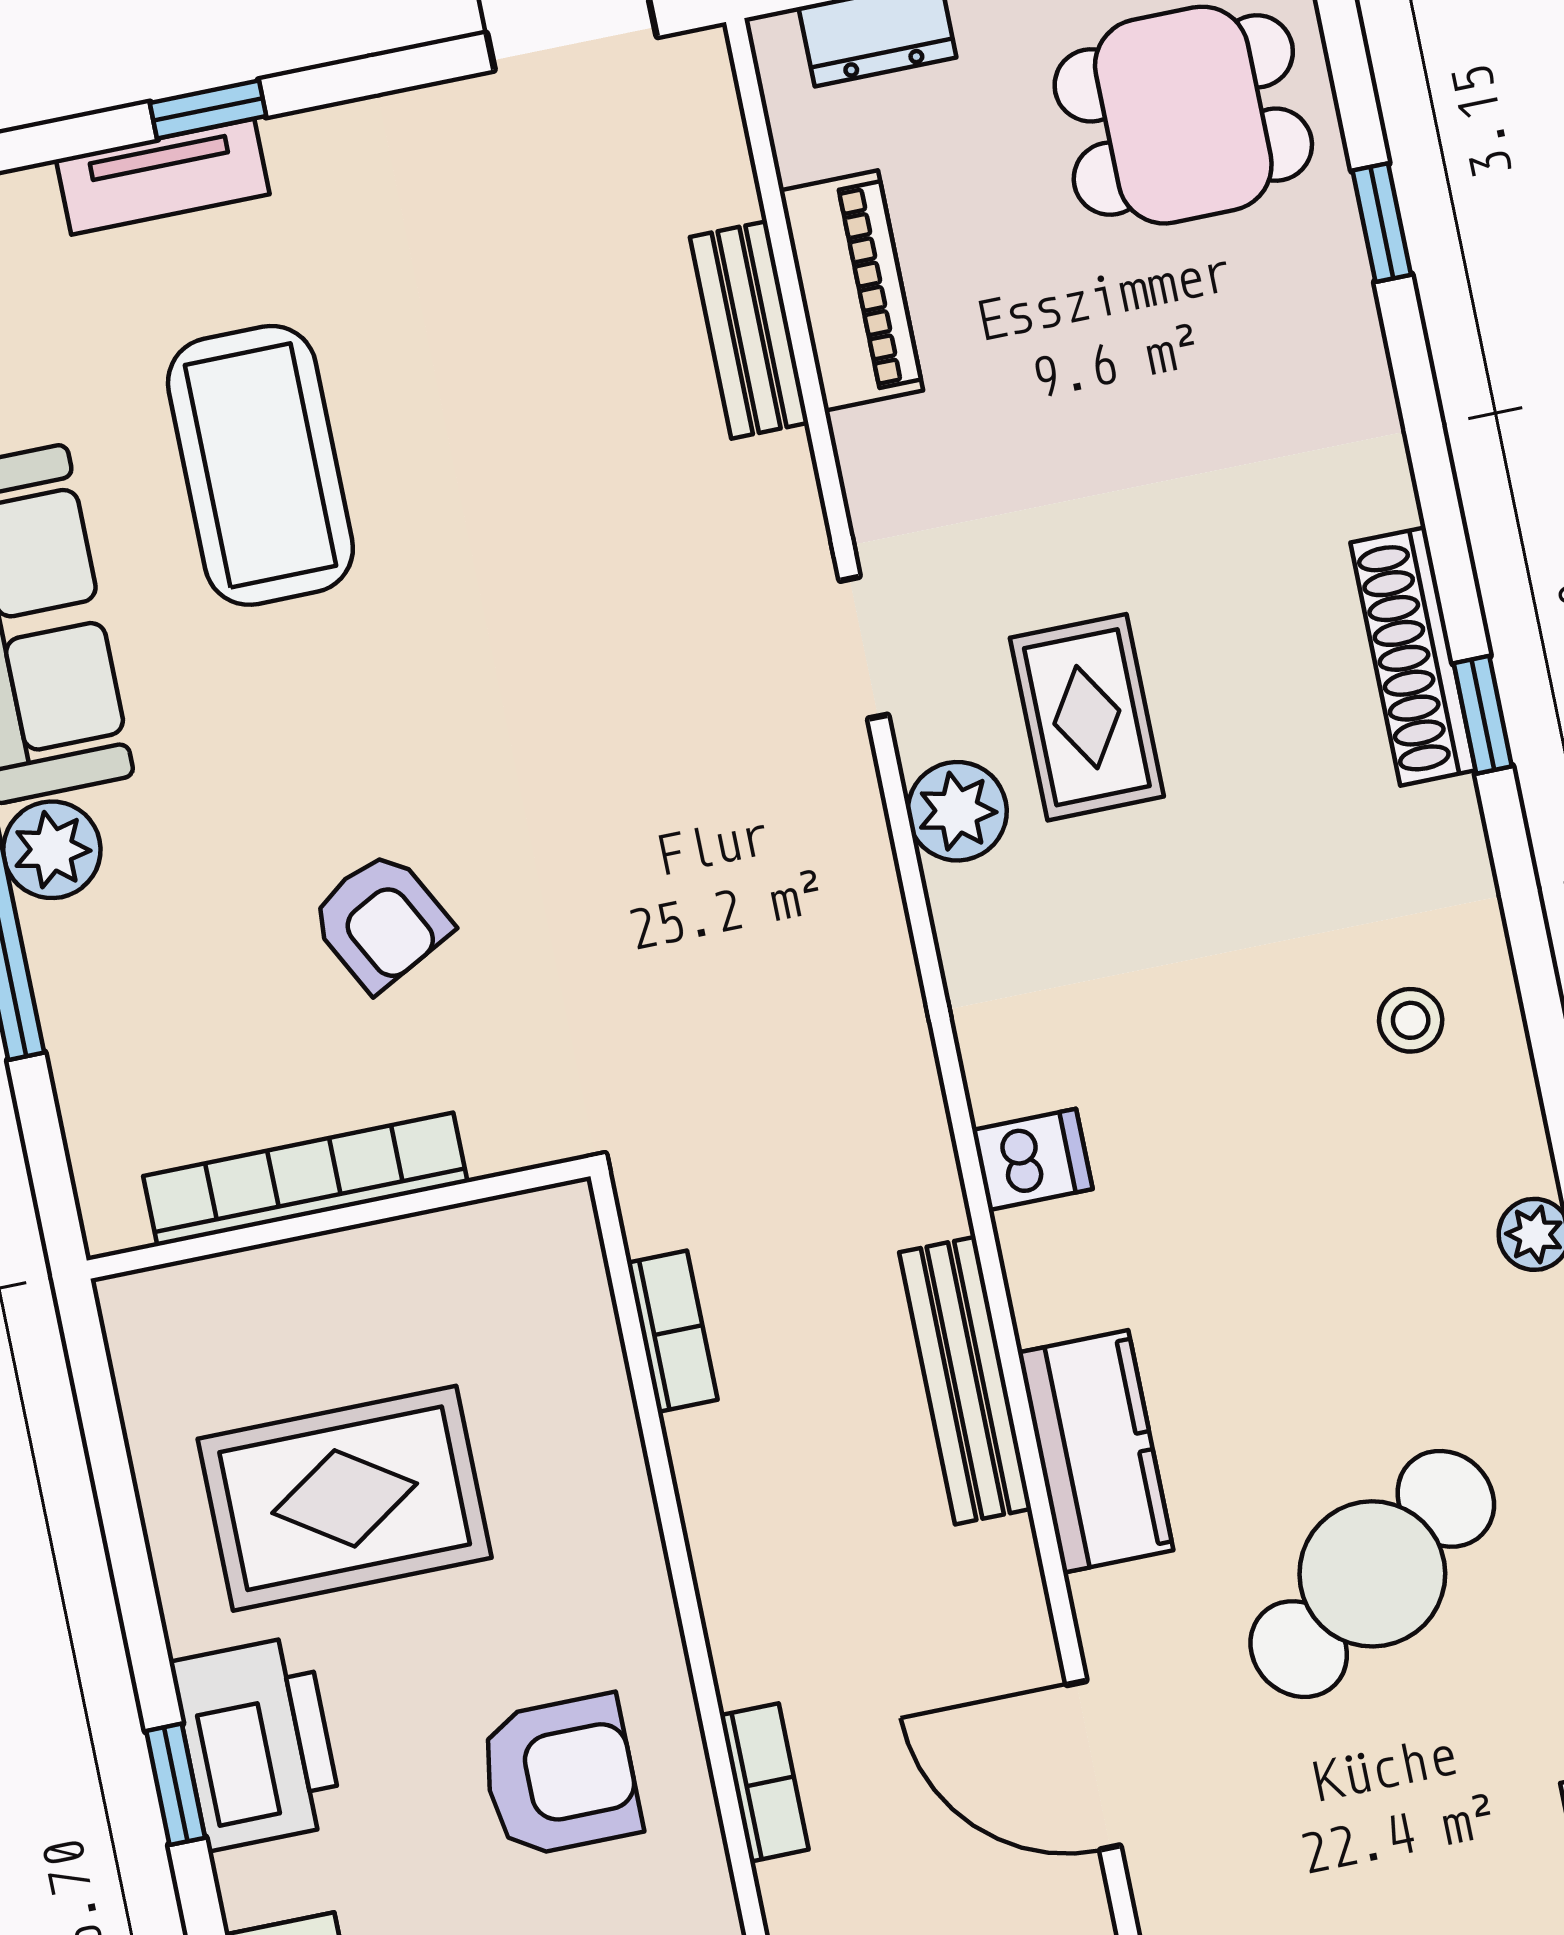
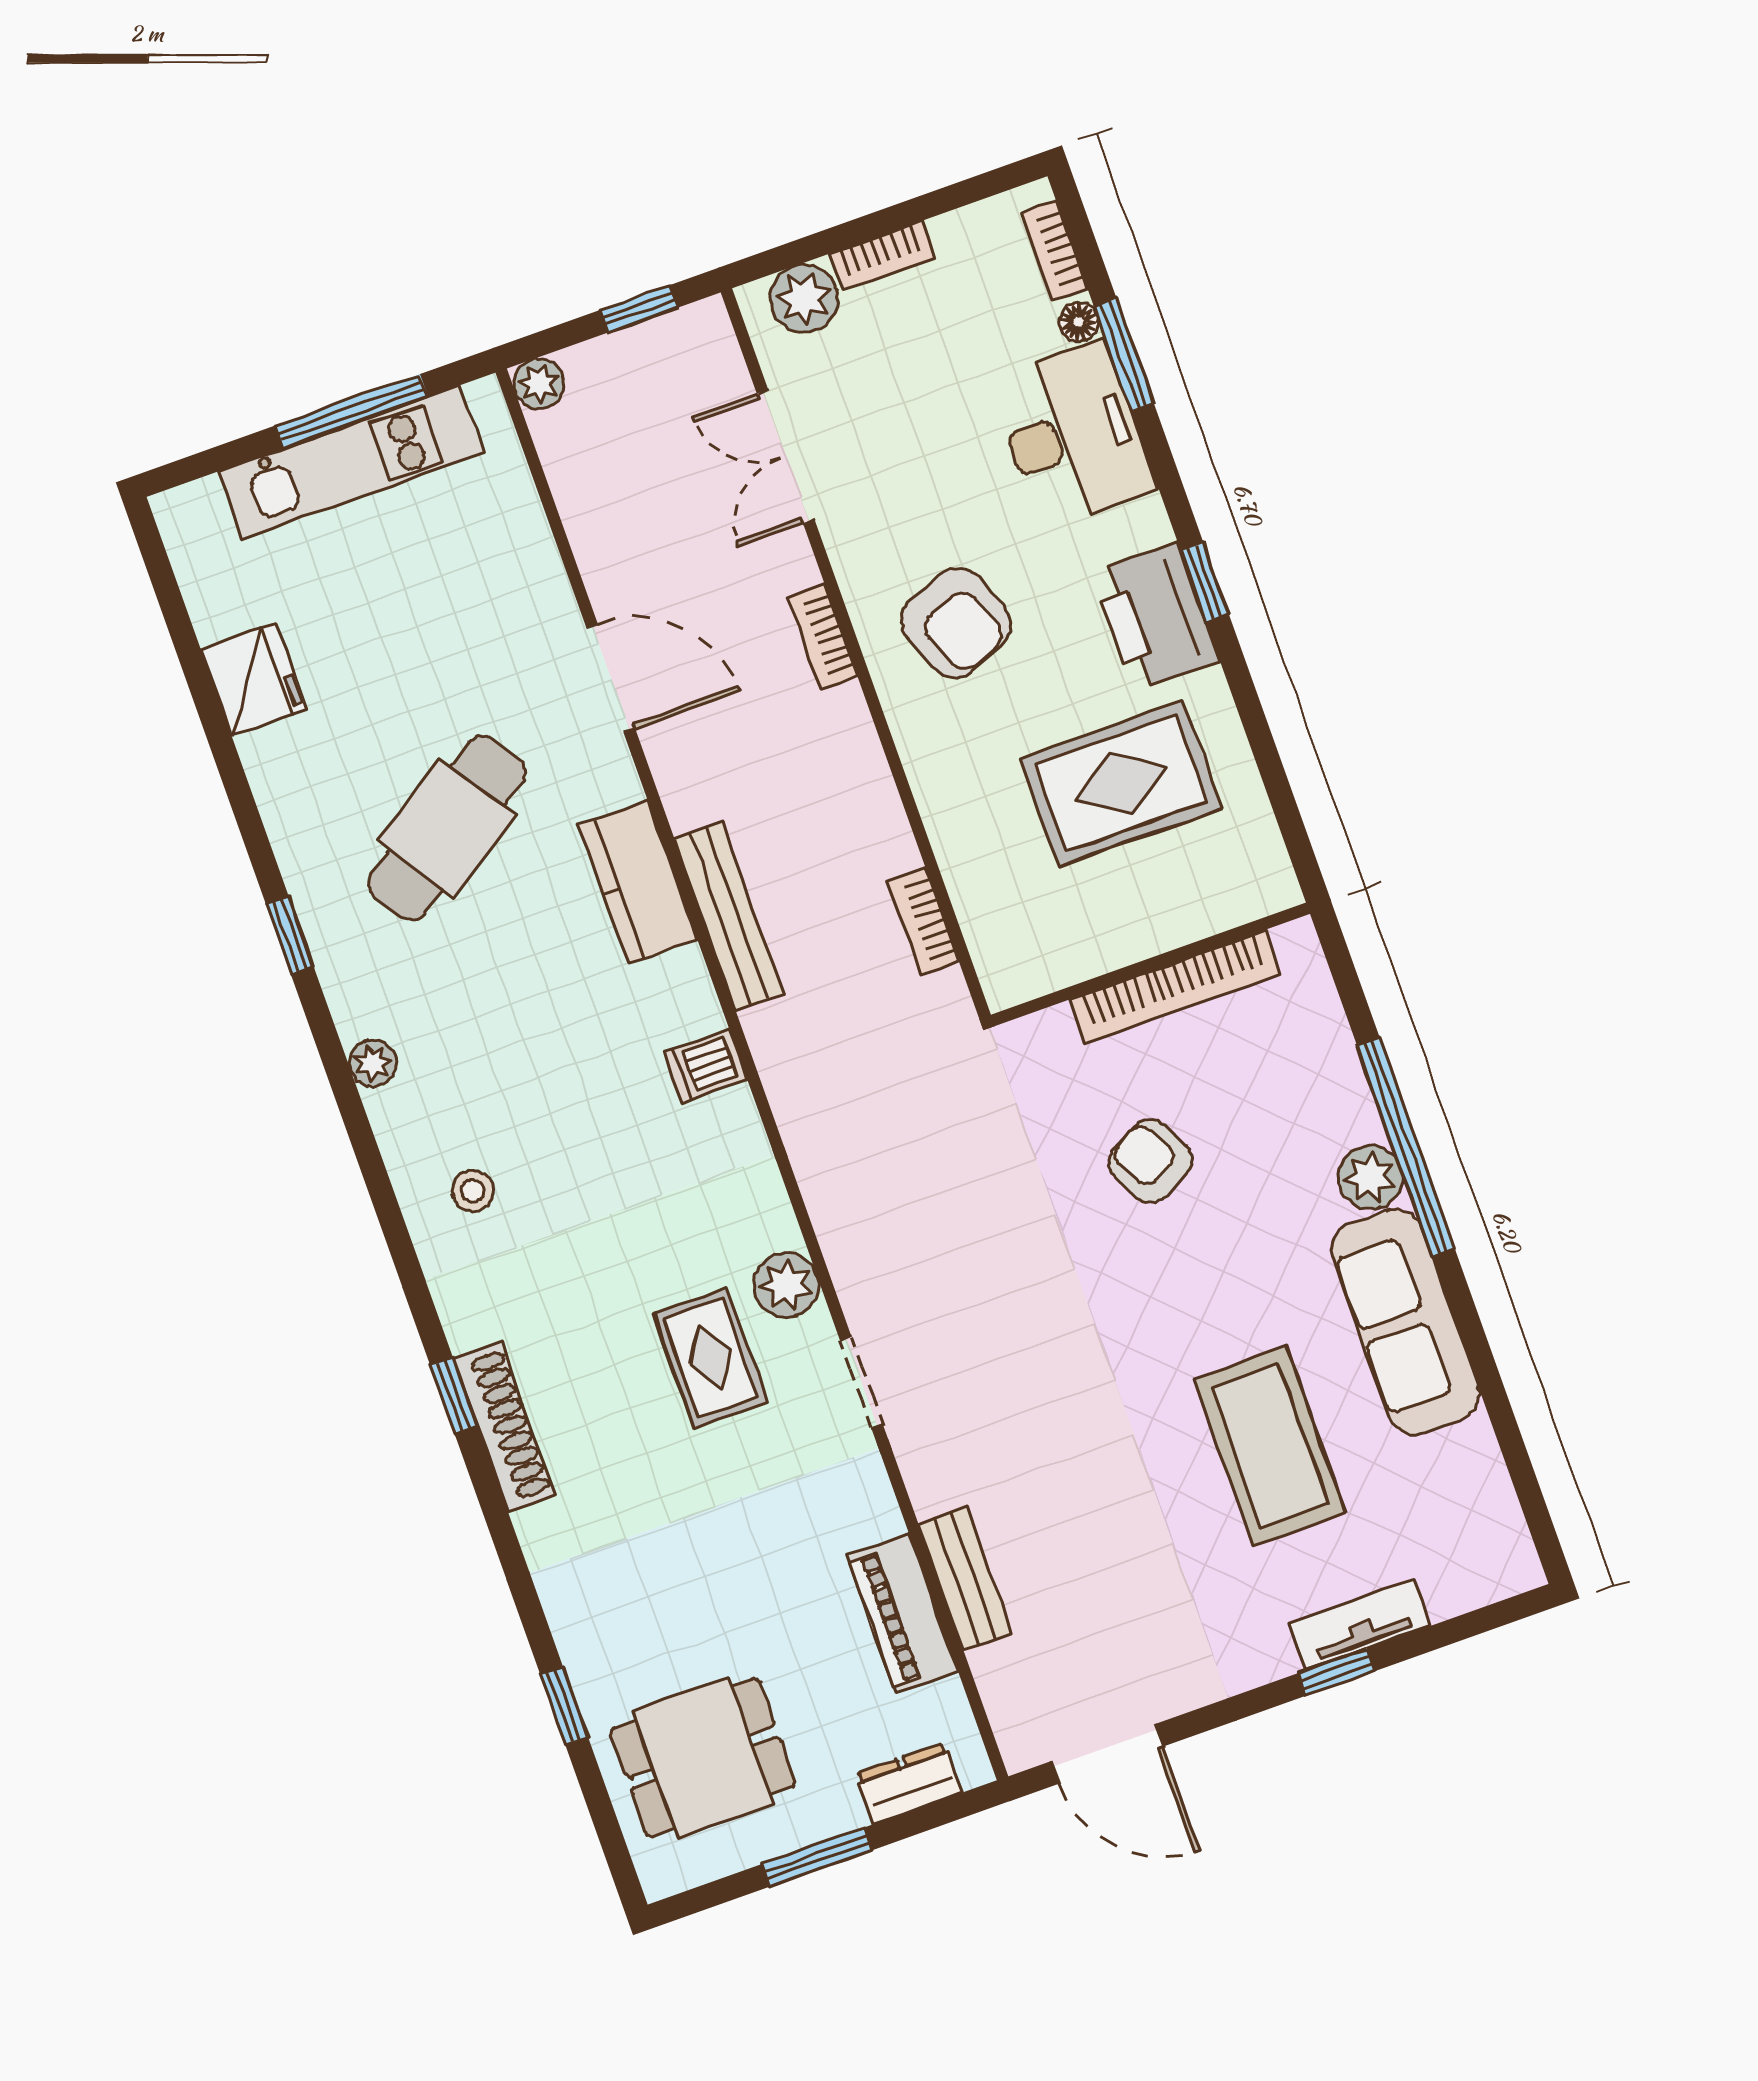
armchair: (560, 1776) -> (956, 623), turned -111

